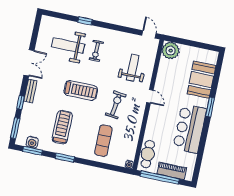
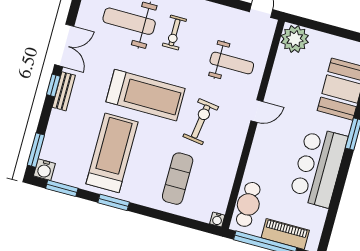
weight bench: (133, 68) -> (232, 63), turned 90
treadmill: (81, 90) -> (146, 95), width x1.37, depth x1.38
door: (150, 96) -> (257, 111), hinge flipped
window: (21, 102) -> (53, 85), moved
treadmill: (62, 127) -> (112, 153), width x1.37, depth x1.38
water cooler: (32, 142) -> (44, 170), moved

